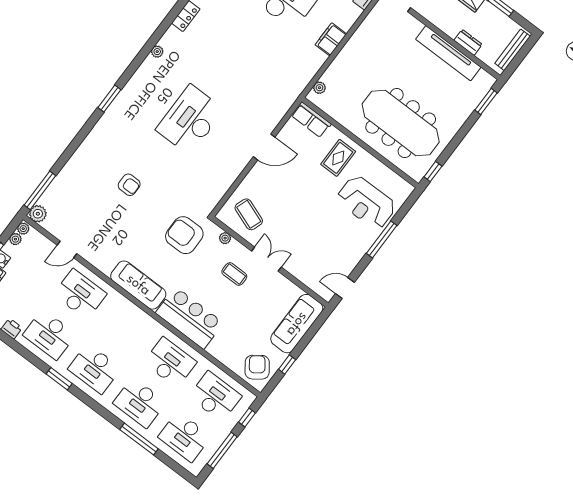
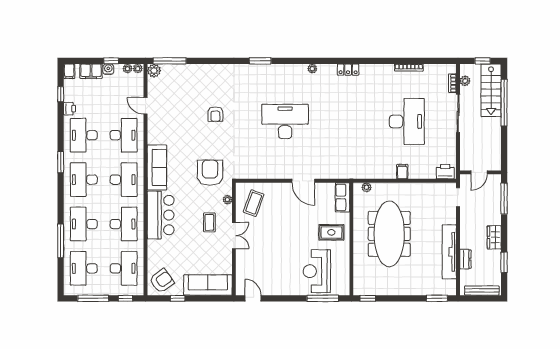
filing cabinet: (331, 39) -> (402, 172), width x0.50
meeting table: (401, 123) -> (389, 234), moved
window: (382, 239) -> (323, 298), moved
desk: (125, 328) -> (124, 180), added

